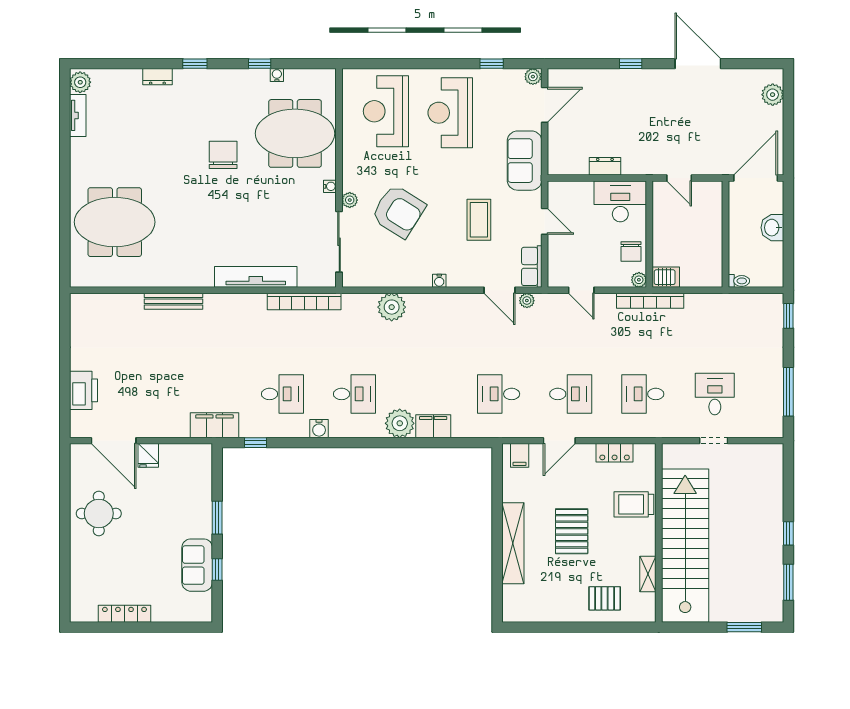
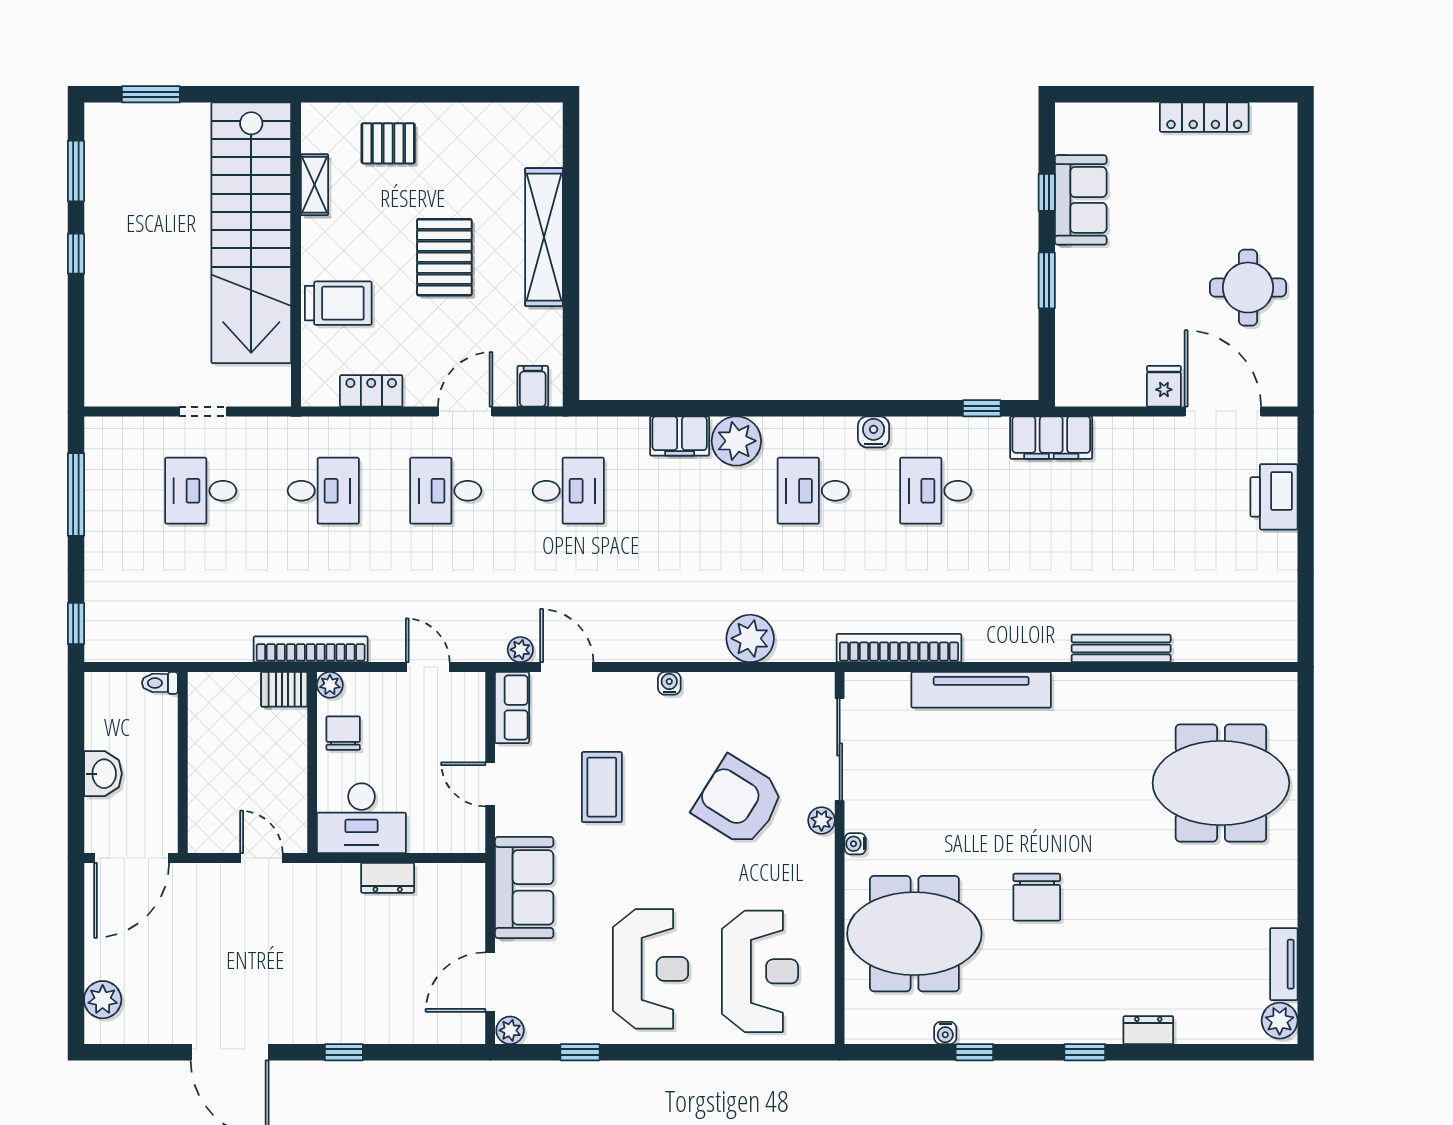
desk: (715, 394) -> (201, 491), turned 90

